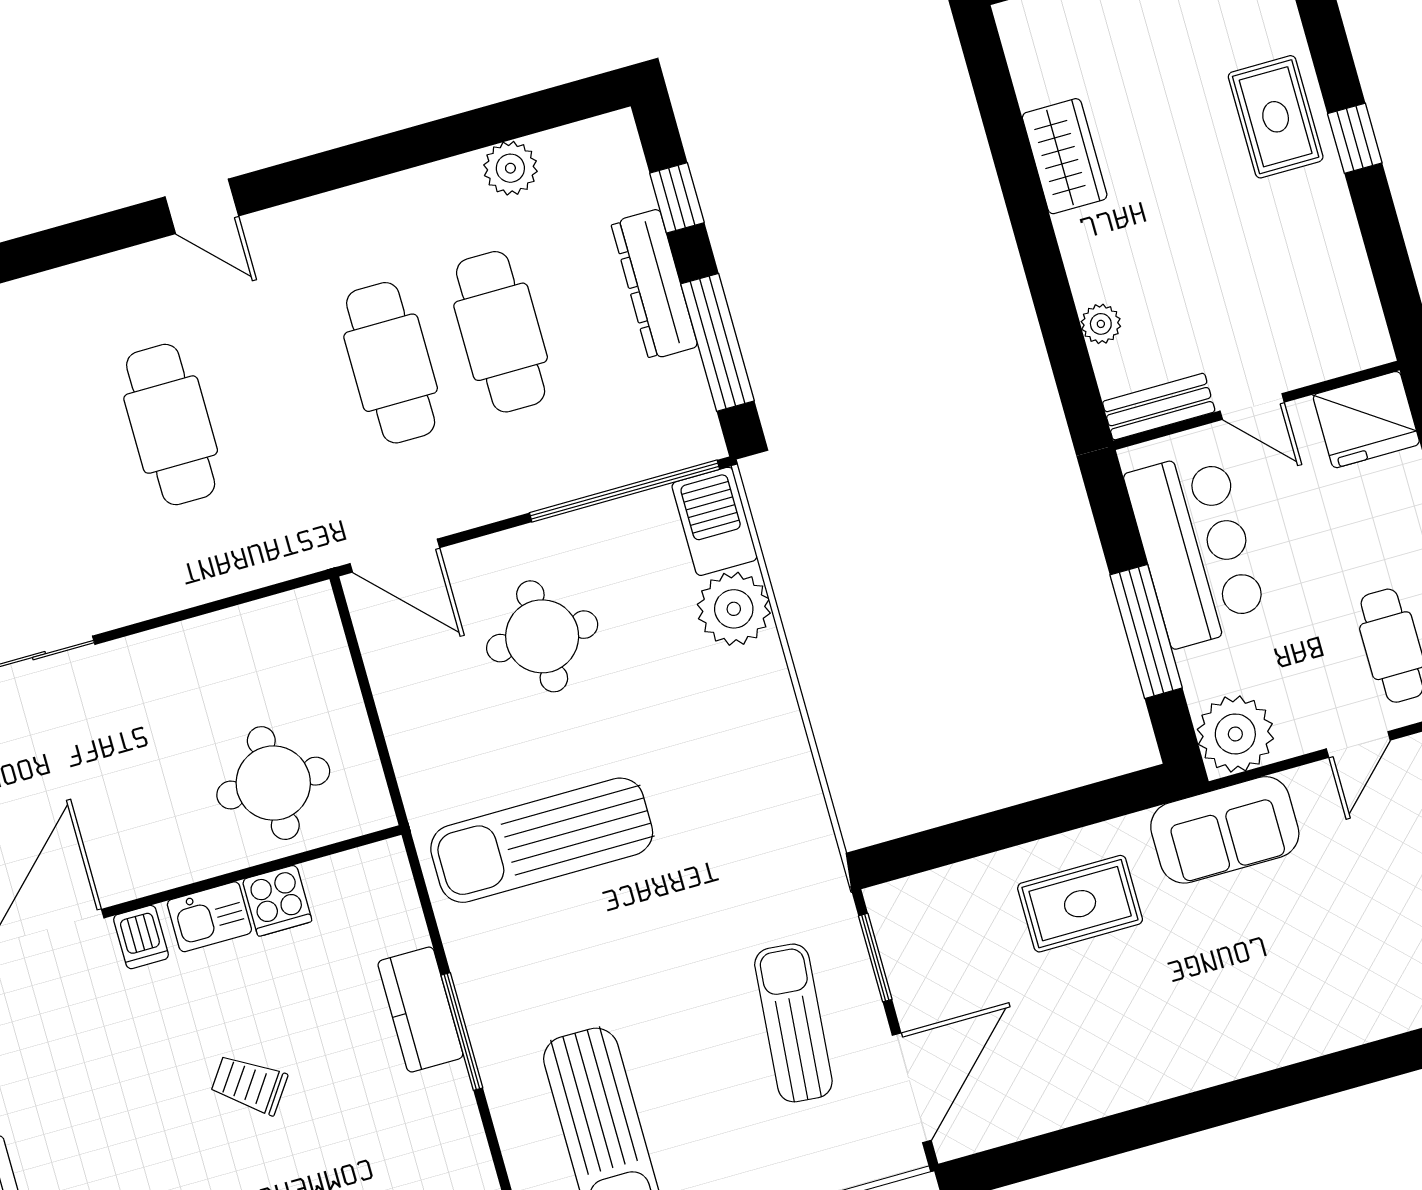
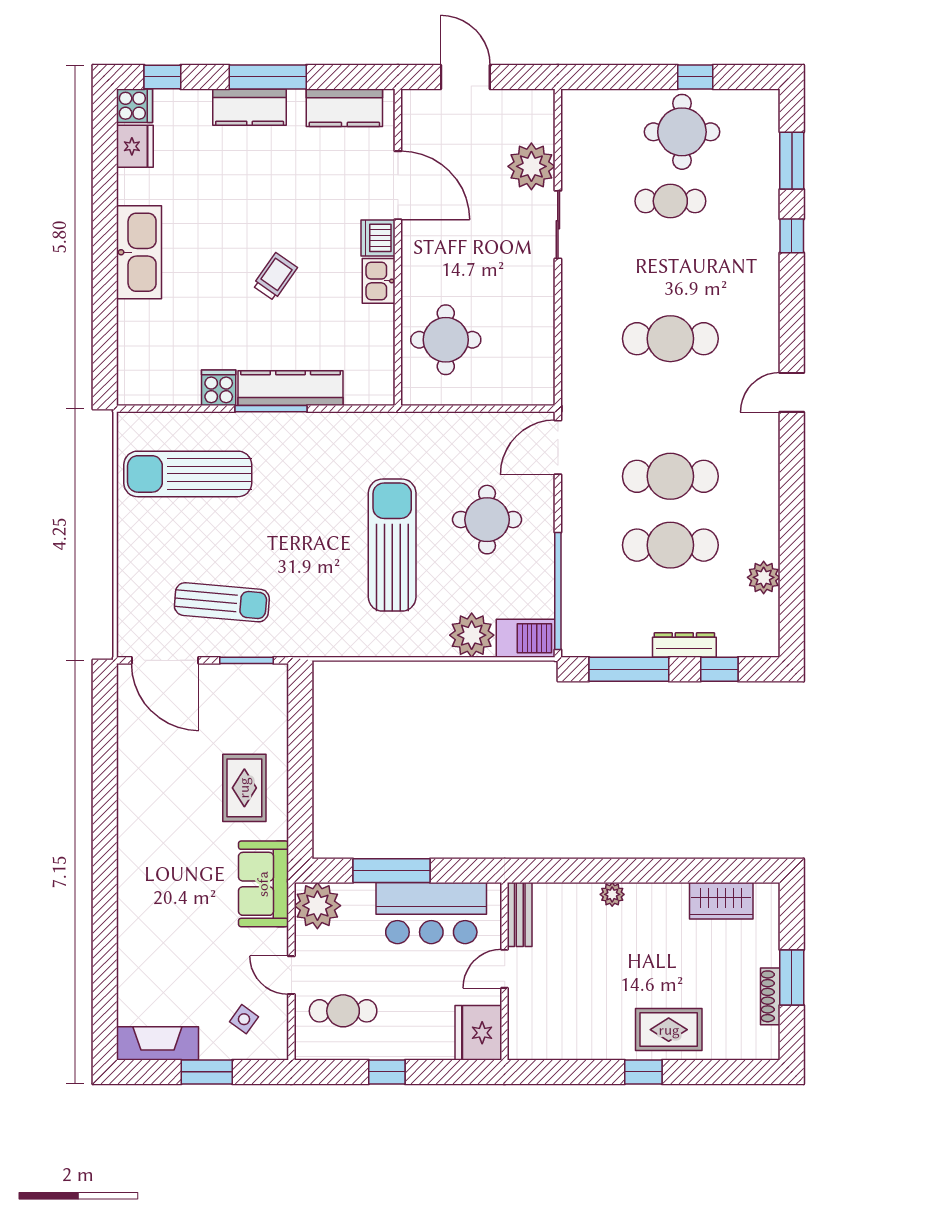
wardrobe: (1065, 156) -> (721, 901), moved
dresser: (654, 284) -> (684, 645), width x0.73, depth x0.80
plant: (1101, 324) -> (612, 894), moved
sun lounger: (542, 840) -> (392, 545), moved
cooker: (277, 901) -> (219, 388), moved, turned 90
dishwasher: (141, 937) -> (378, 238), width x1.38
kitchen counter: (420, 1009) -> (290, 388), width x1.50

